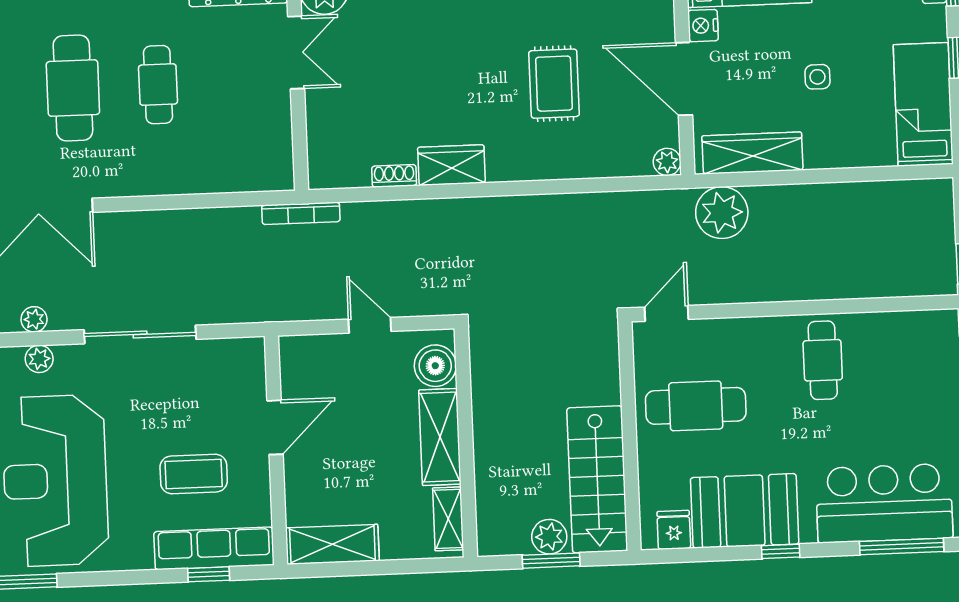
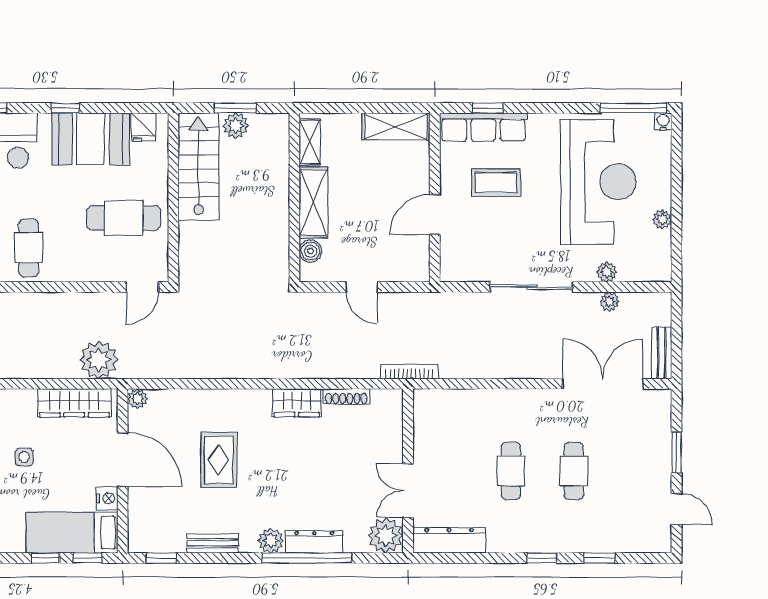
cafe table: (73, 88) -> (574, 471), width x0.73, depth x0.74
shoe rack: (394, 176) -> (346, 397), width x1.43
boiler: (435, 366) -> (311, 251), width x0.73, depth x0.73

